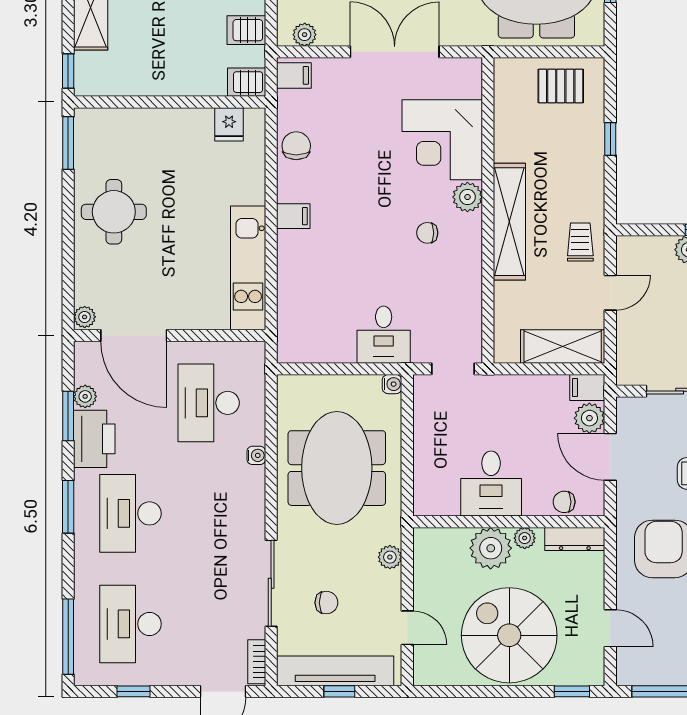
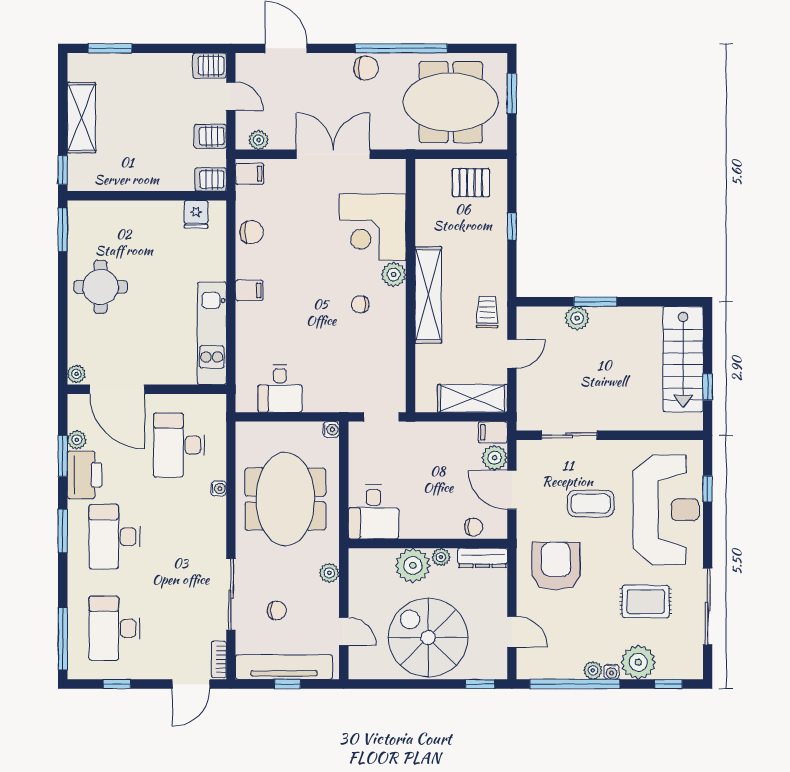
chair: (296, 146) -> (252, 232), turned 90
desk: (384, 335) -> (280, 389), moved
desk: (491, 484) -> (373, 512), moved
chair: (564, 502) -> (474, 527), turned 180

